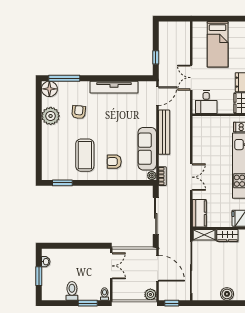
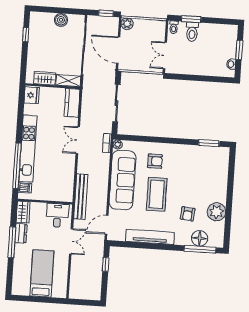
floor lamp: (49, 89) -> (200, 238), moved
bench: (164, 132) -> (81, 197), moved
sofa: (147, 149) -> (122, 180), width x1.36, depth x1.27
coffee table: (85, 155) -> (157, 194), moved
toilet: (72, 291) -> (192, 32), moved
boiler: (227, 294) -> (61, 20), moved

